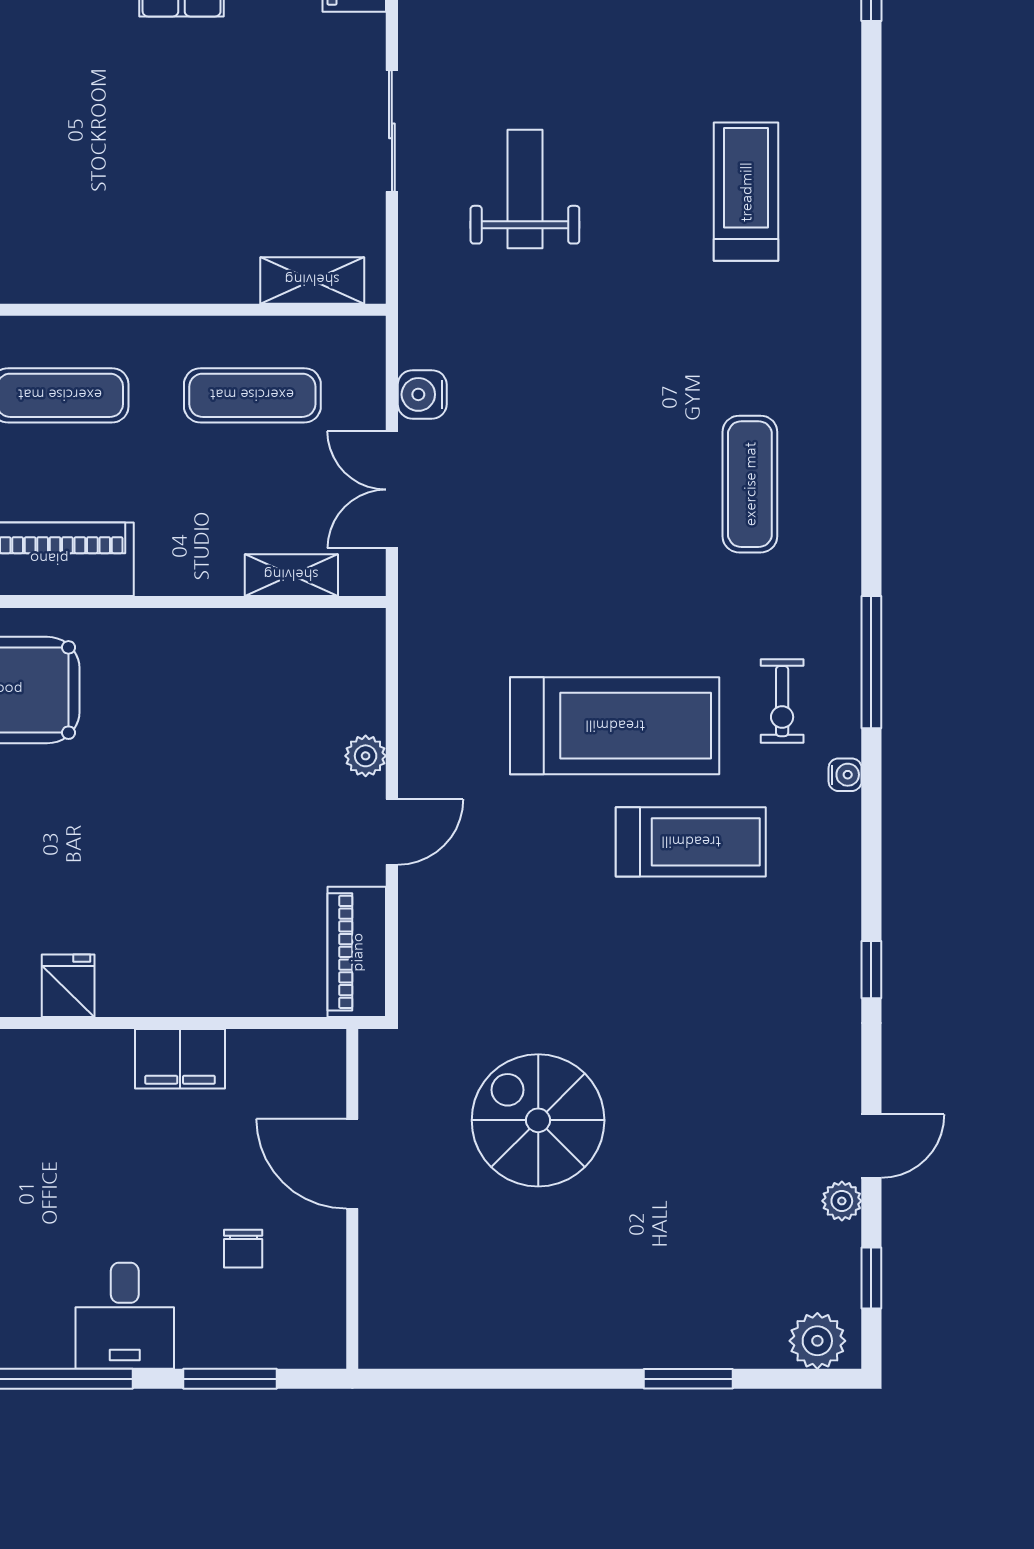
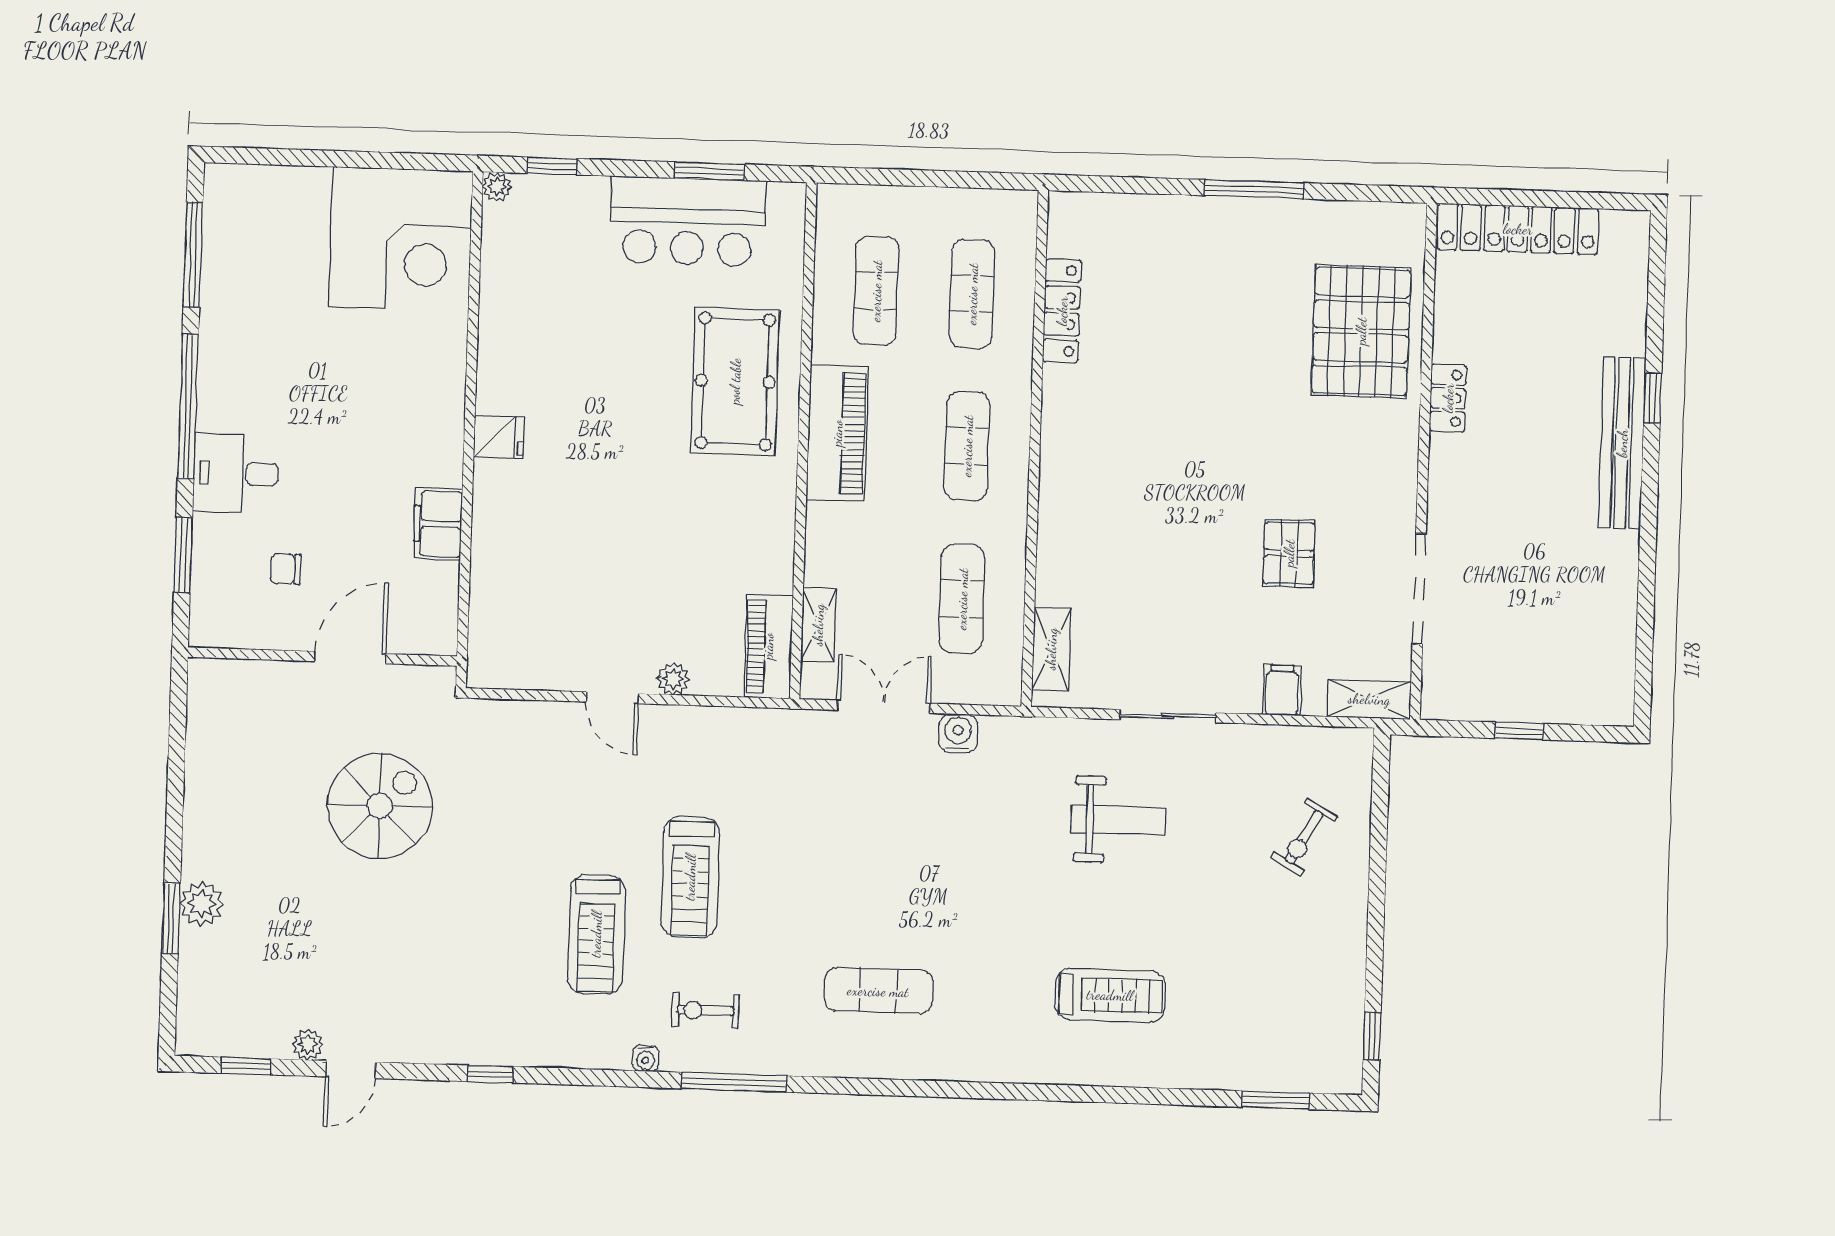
treadmill: (615, 726) -> (690, 877), width x0.73, depth x0.73
piano: (357, 952) -> (768, 646), moved, turned -90
door: (871, 1146) -> (351, 1069), hinge flipped
plant: (817, 1341) -> (202, 904), moved

